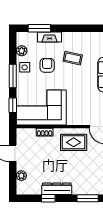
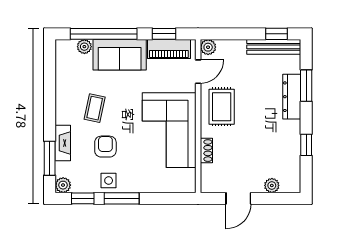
plant: (22, 51) -> (63, 185), moved
armchair: (47, 65) -> (105, 147), turned 90
window: (13, 105) -> (83, 198), moved
corner sofa: (41, 108) -> (169, 130), moved
dresser: (57, 189) -> (292, 97), moved

